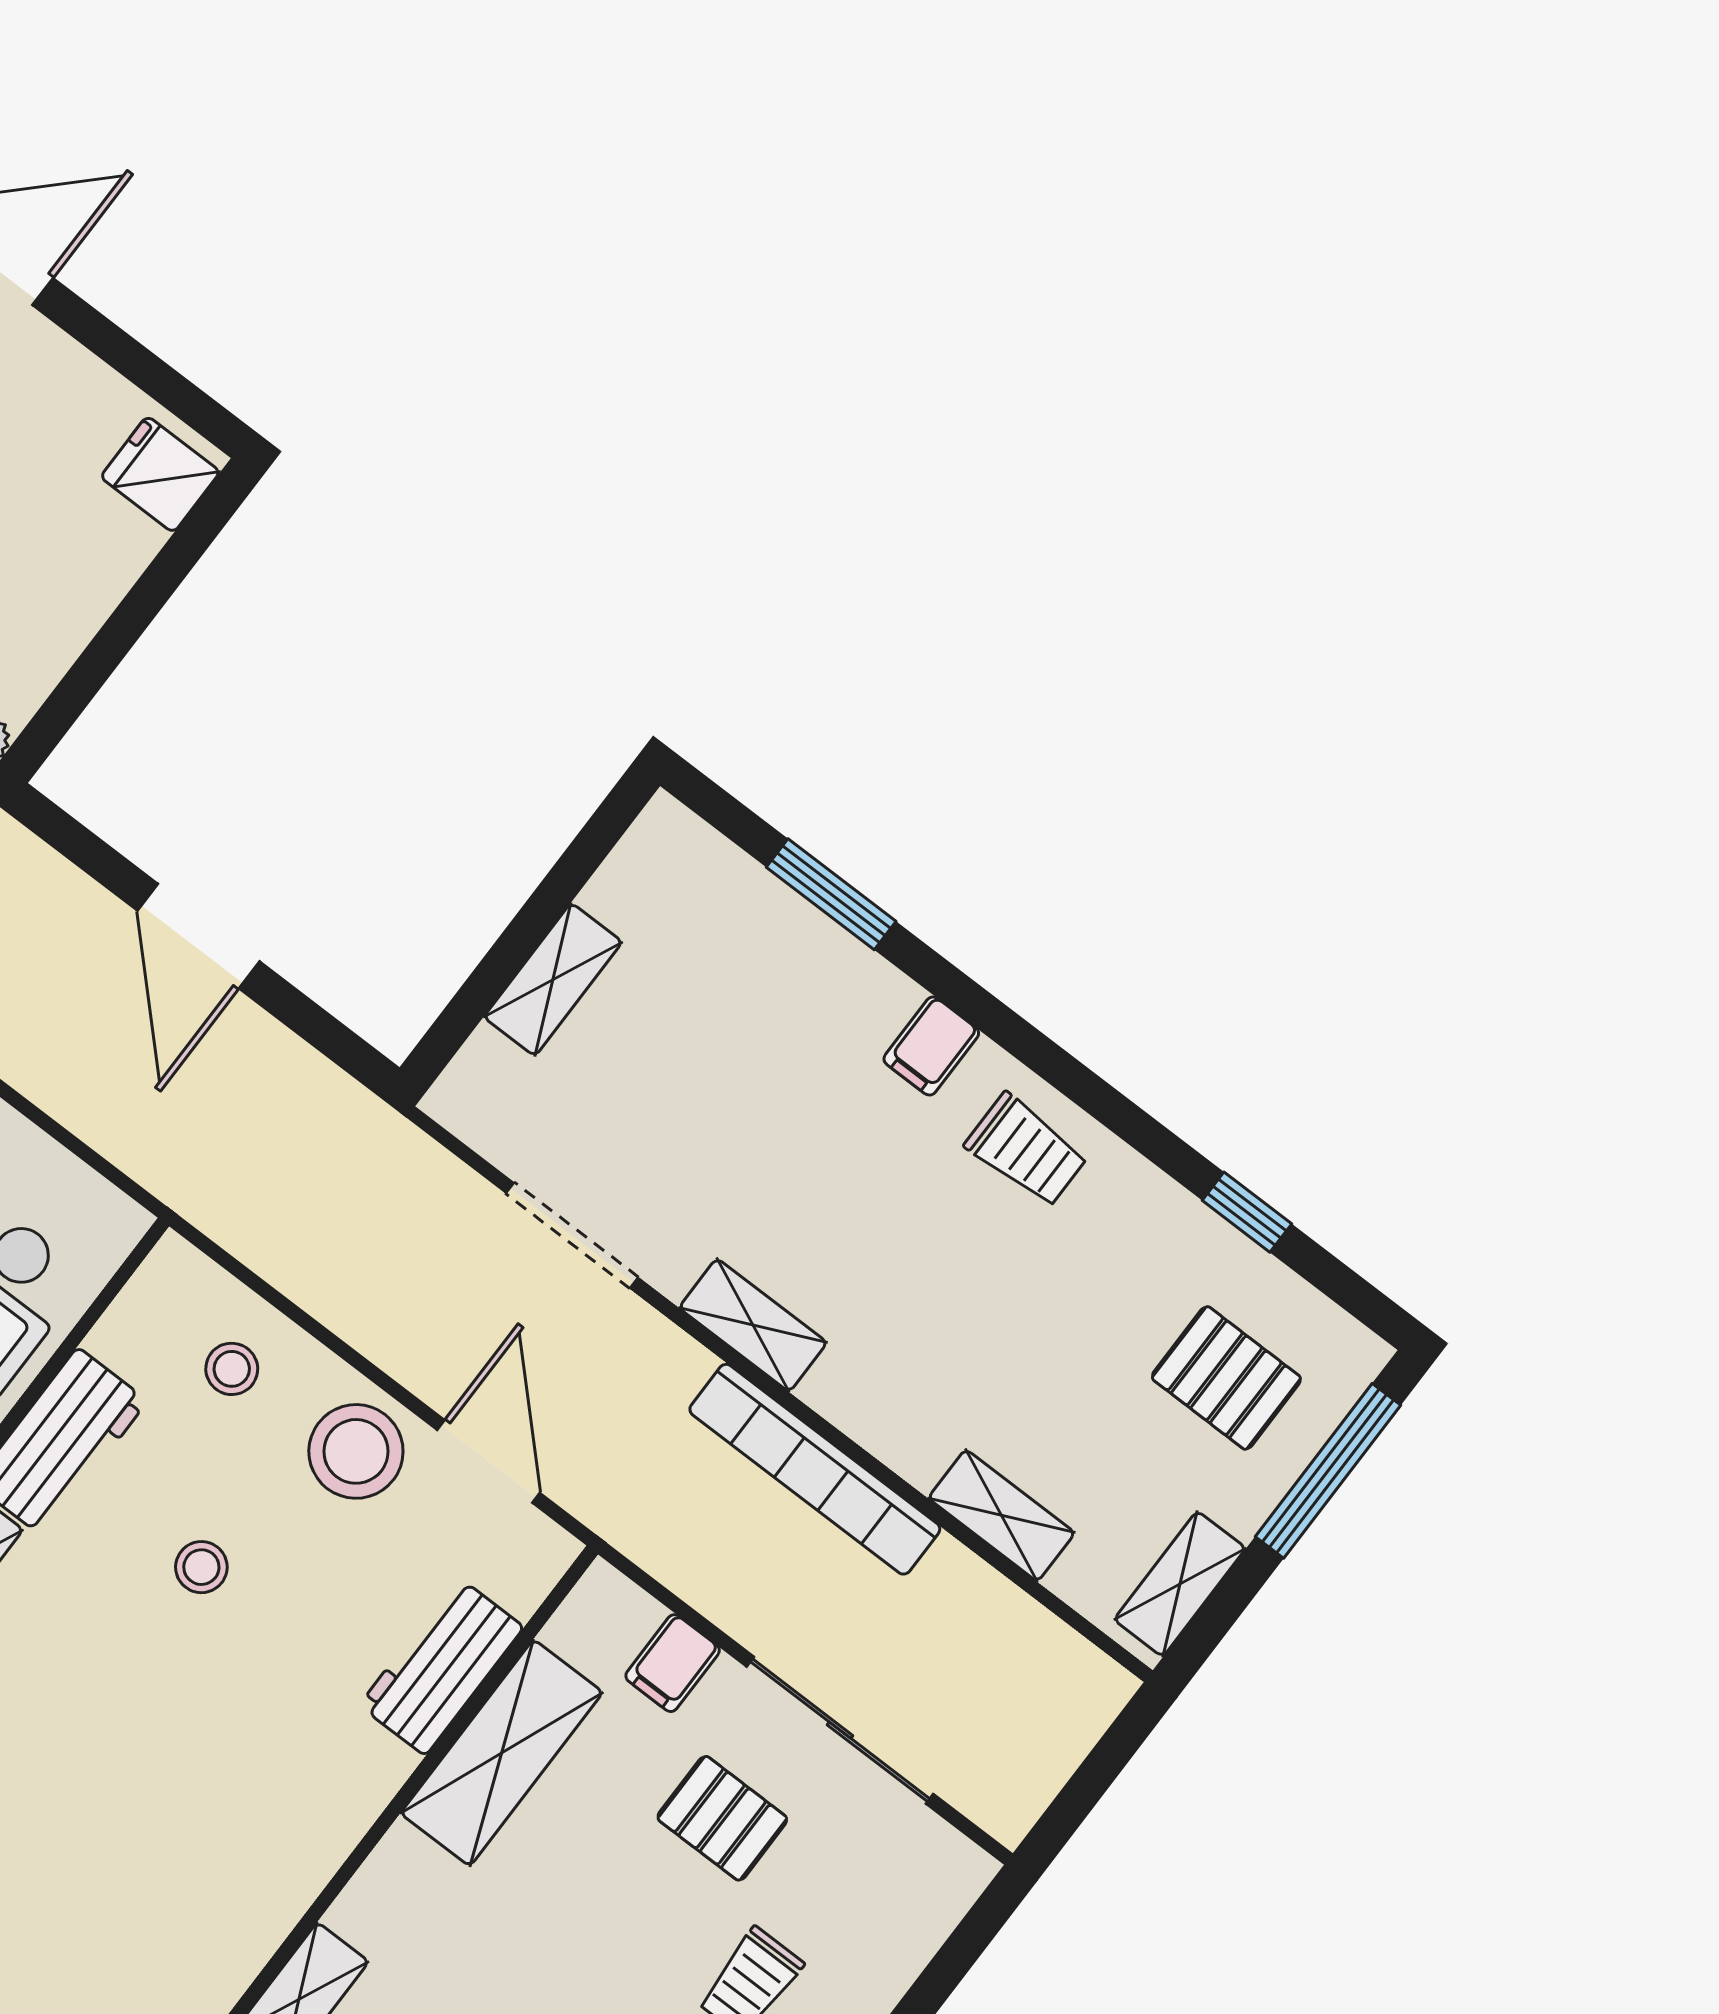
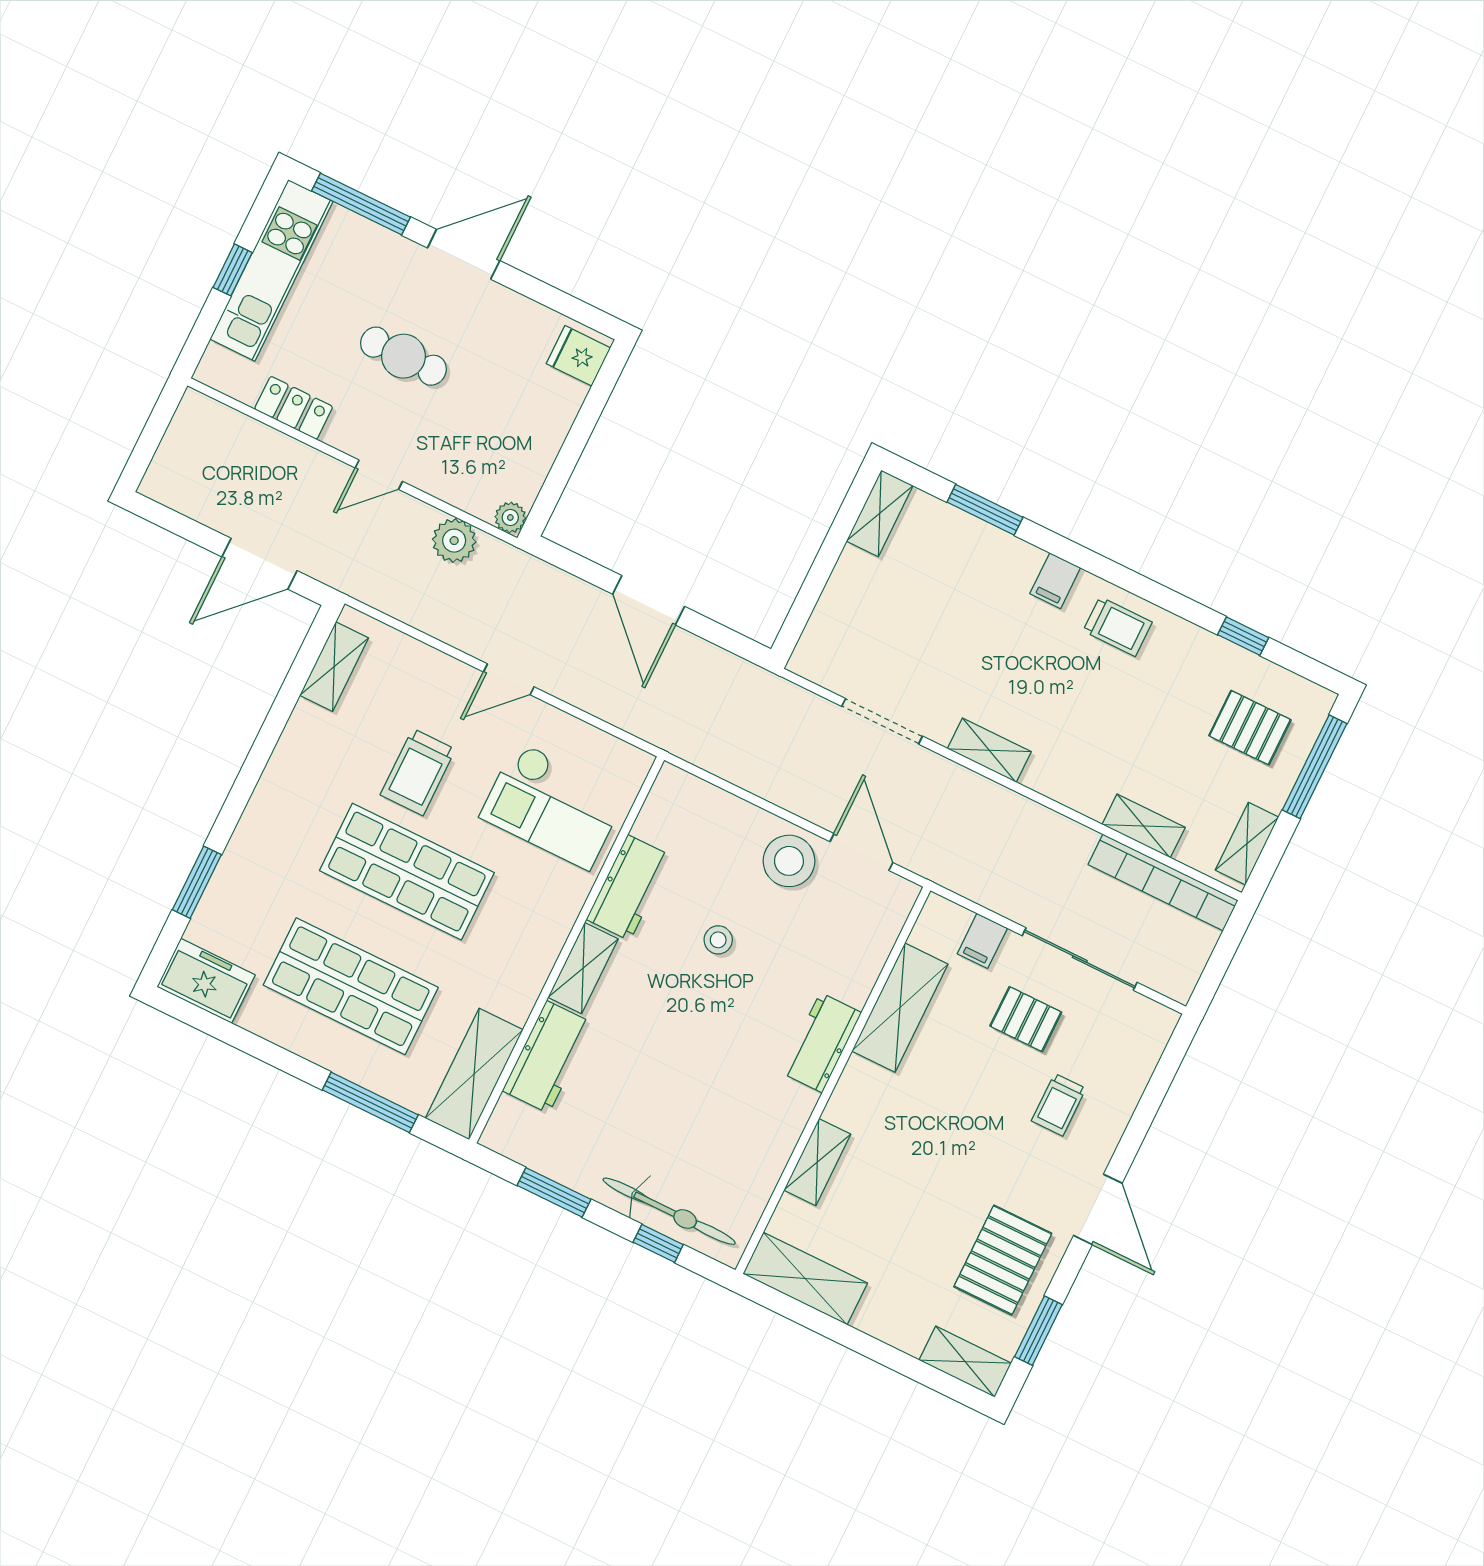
shelving: (553, 980) -> (880, 513), moved
stool: (232, 1369) -> (713, 830), removed
bookcase: (815, 1469) -> (1163, 882), moved
workbench: (441, 1666) -> (821, 1043), moved

